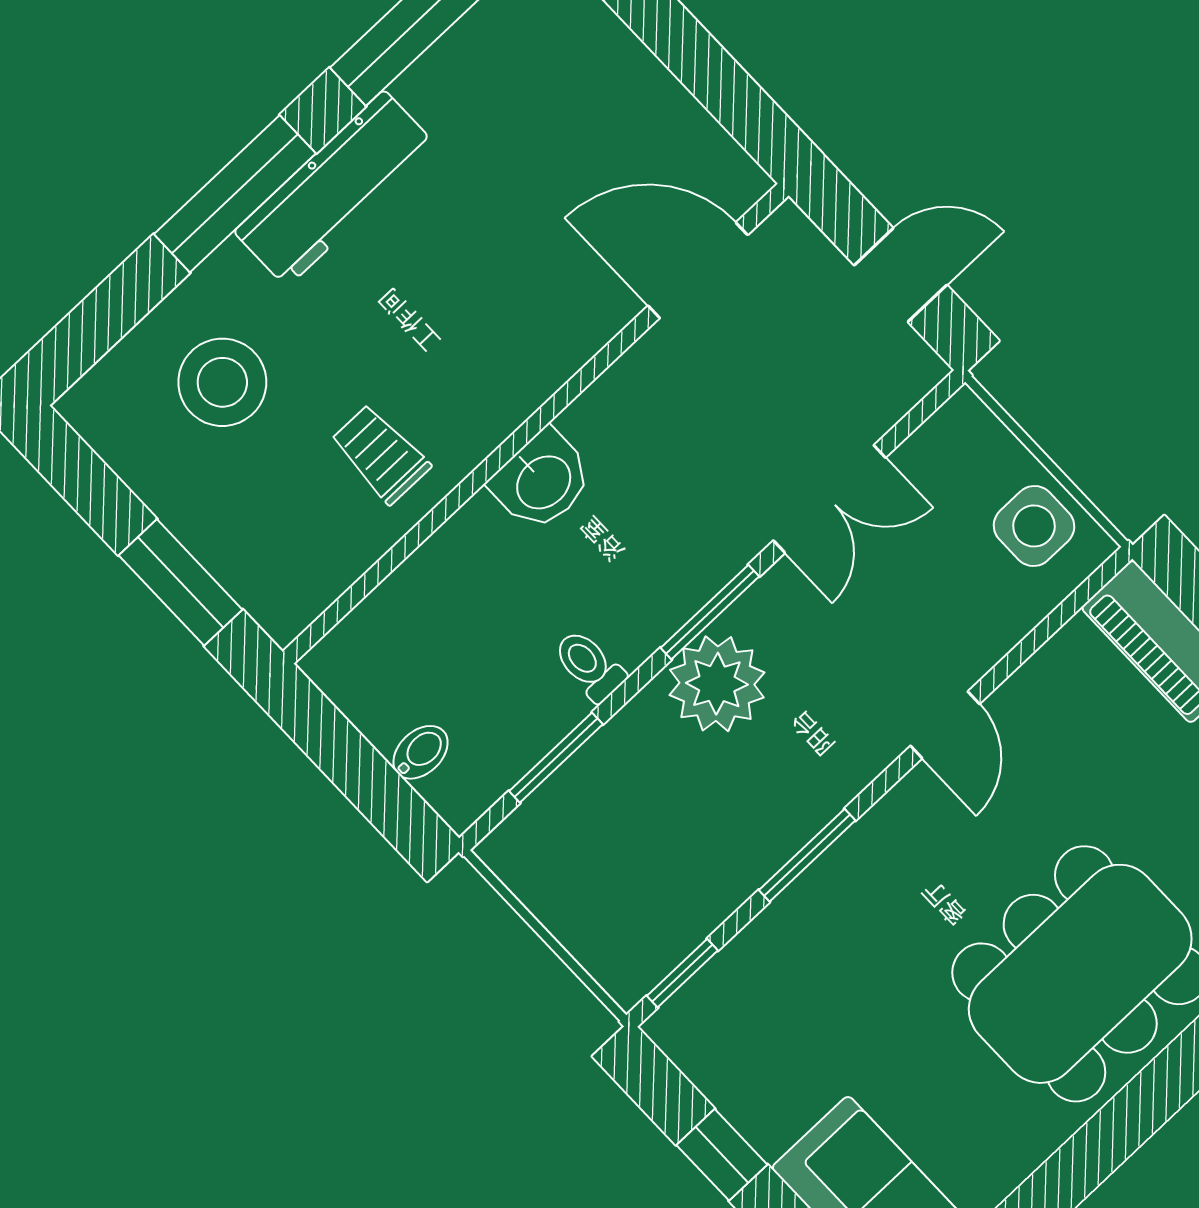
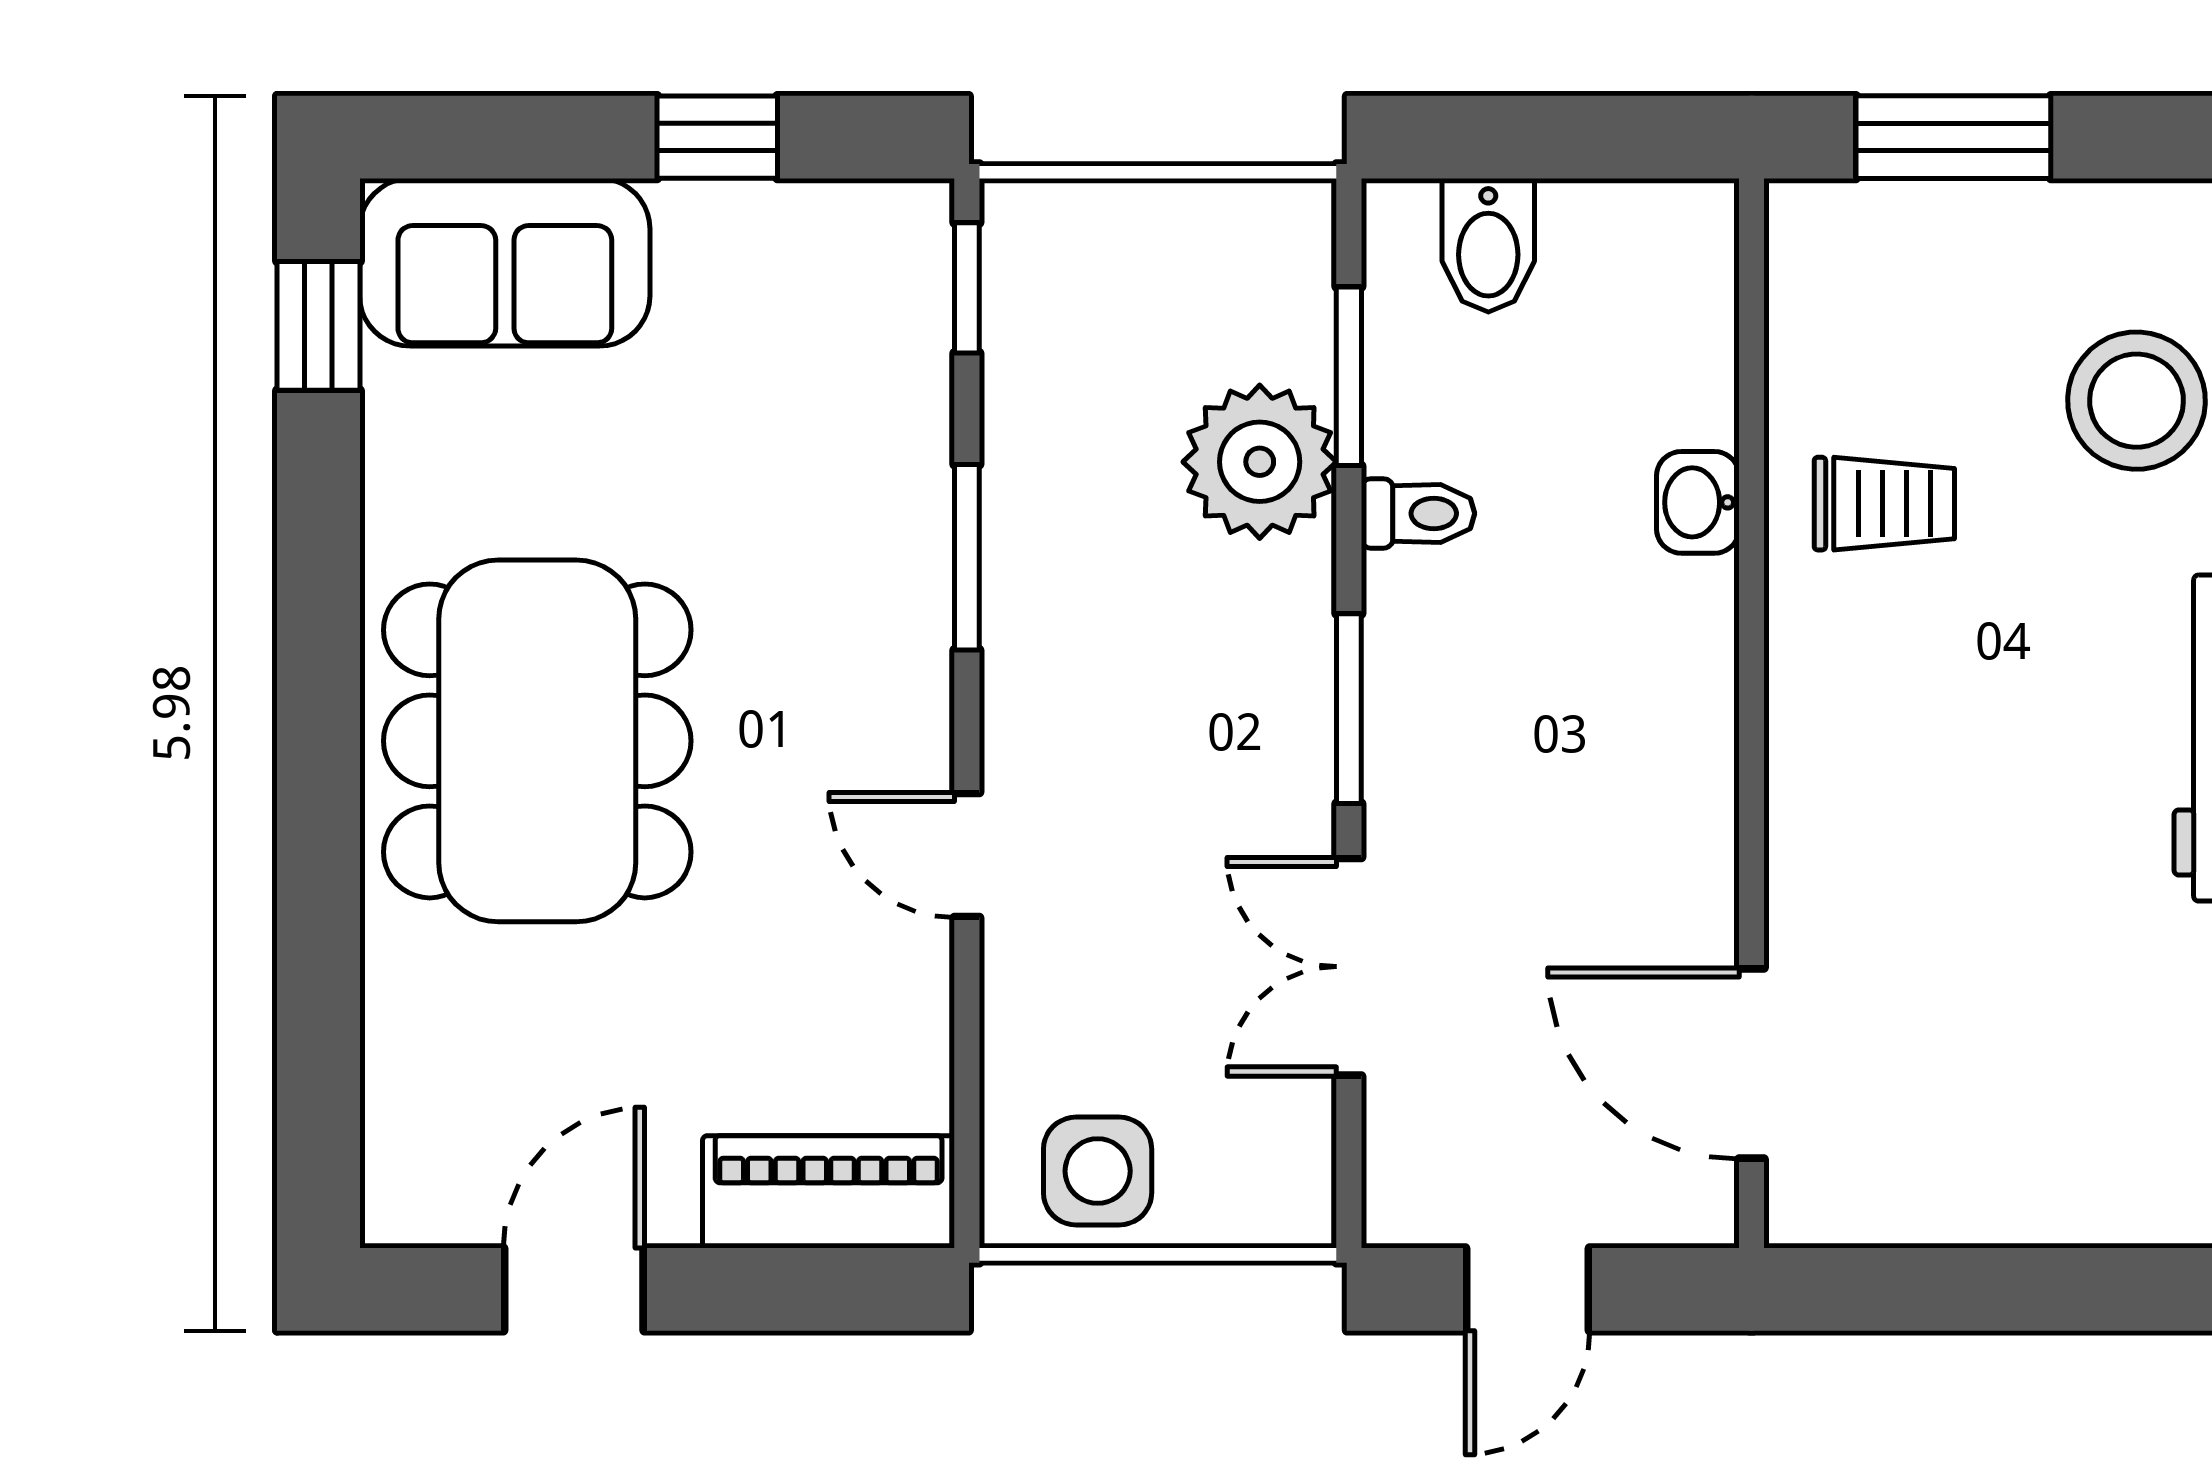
door: (698, 270) -> (1752, 1063), swing flipped
washbasin: (542, 481) -> (1698, 502), moved, width x0.72, depth x0.69
plant: (717, 684) -> (1260, 462), moved
bidet: (421, 752) -> (1488, 245), width x1.38, depth x1.36

